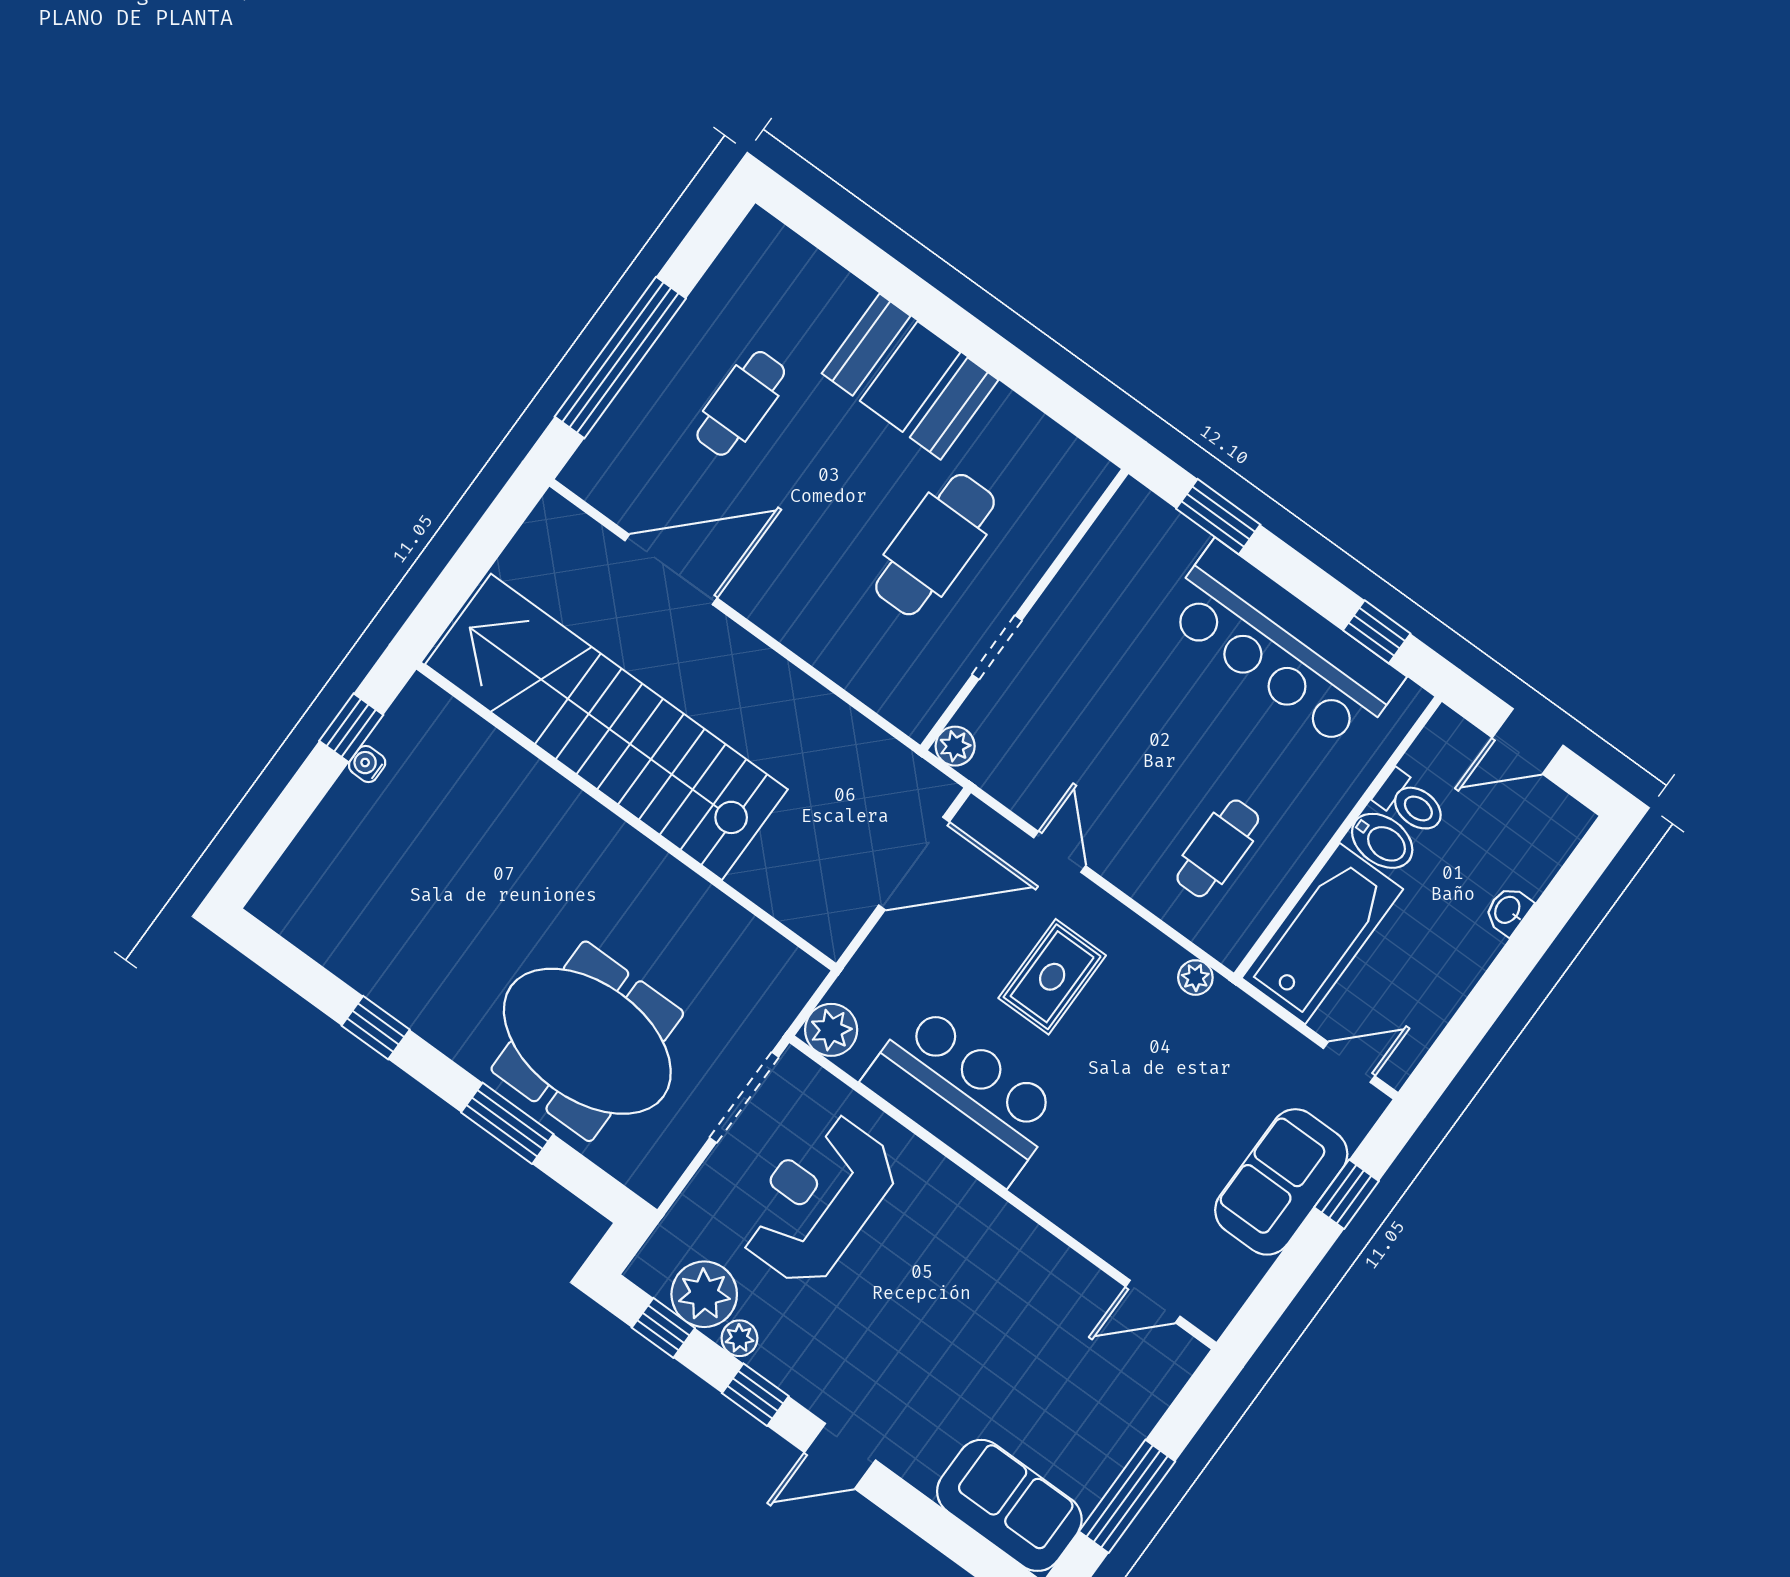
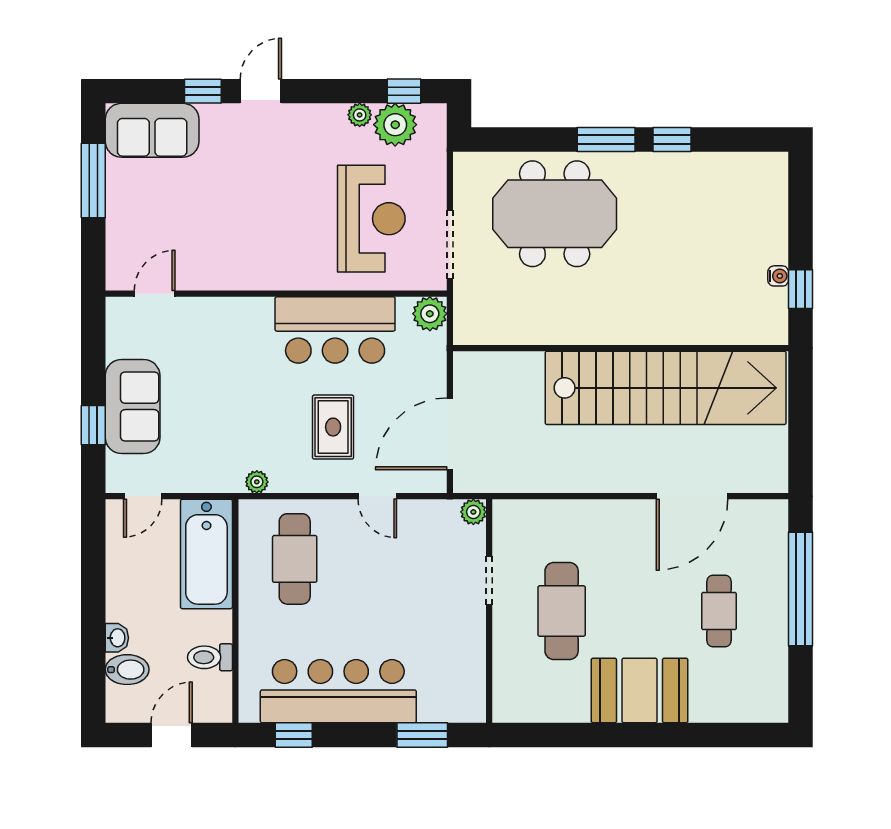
bidet: (1382, 841) -> (127, 670), moved, turned 180
cafe table: (1218, 848) -> (295, 559), width x1.37, depth x1.35
window: (507, 1123) -> (606, 139), moved
window: (755, 1395) -> (203, 91), moved

